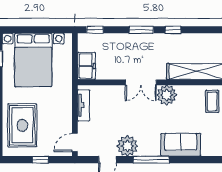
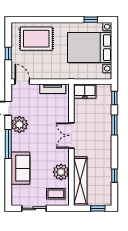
window: (141, 30) -> (114, 125), moved
window: (173, 30) -> (114, 176), moved
plant: (167, 95) -> (61, 172), moved

